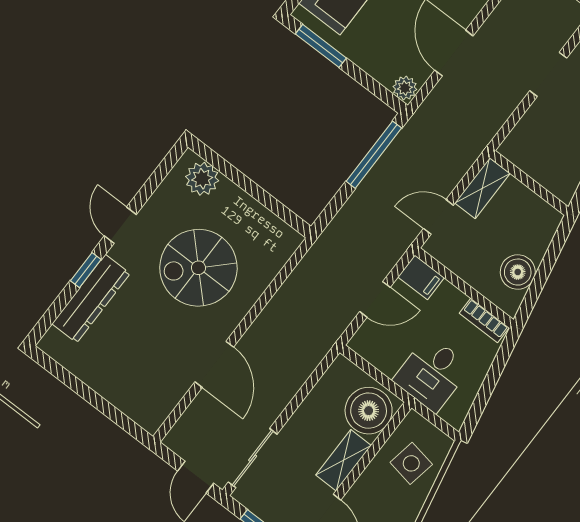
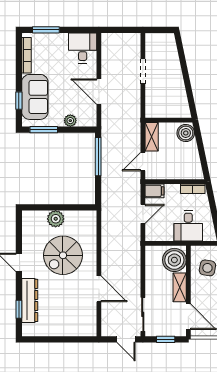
plant: (405, 88) -> (70, 121), moved
plant: (202, 179) -> (56, 219), moved
window: (86, 270) -> (19, 309), moved
boiler: (518, 272) -> (186, 133), moved

